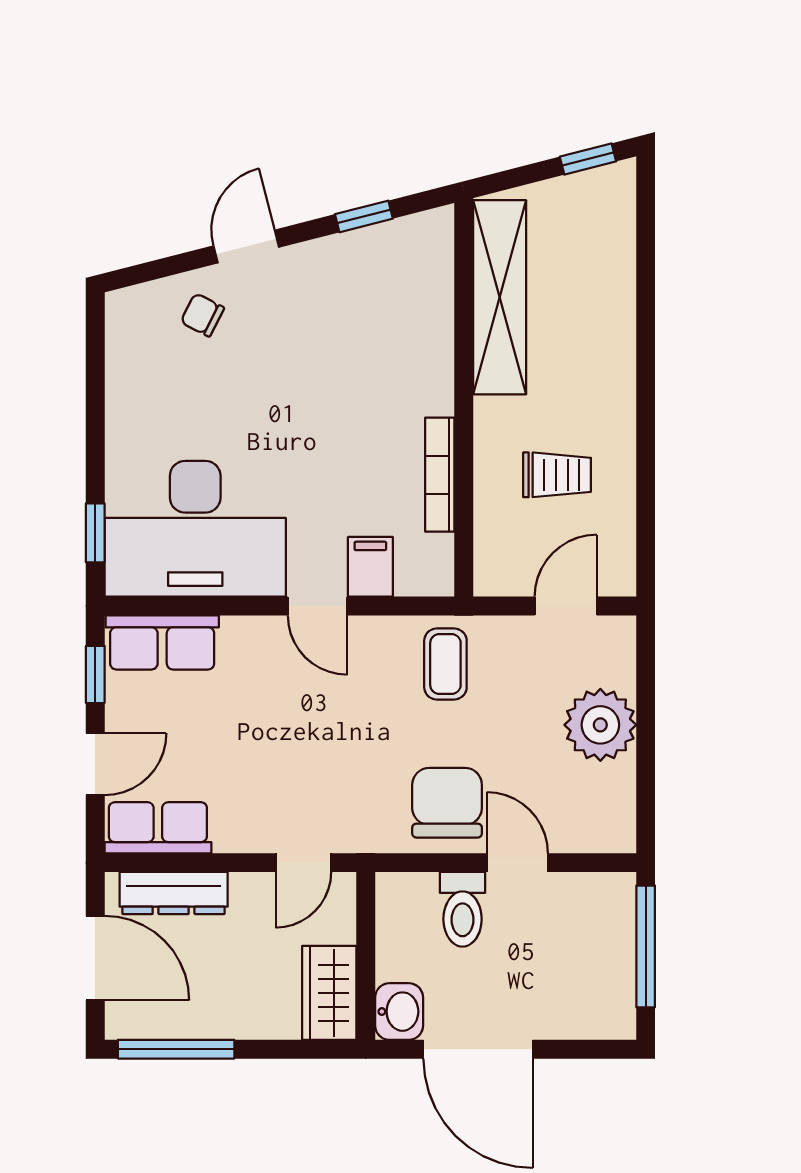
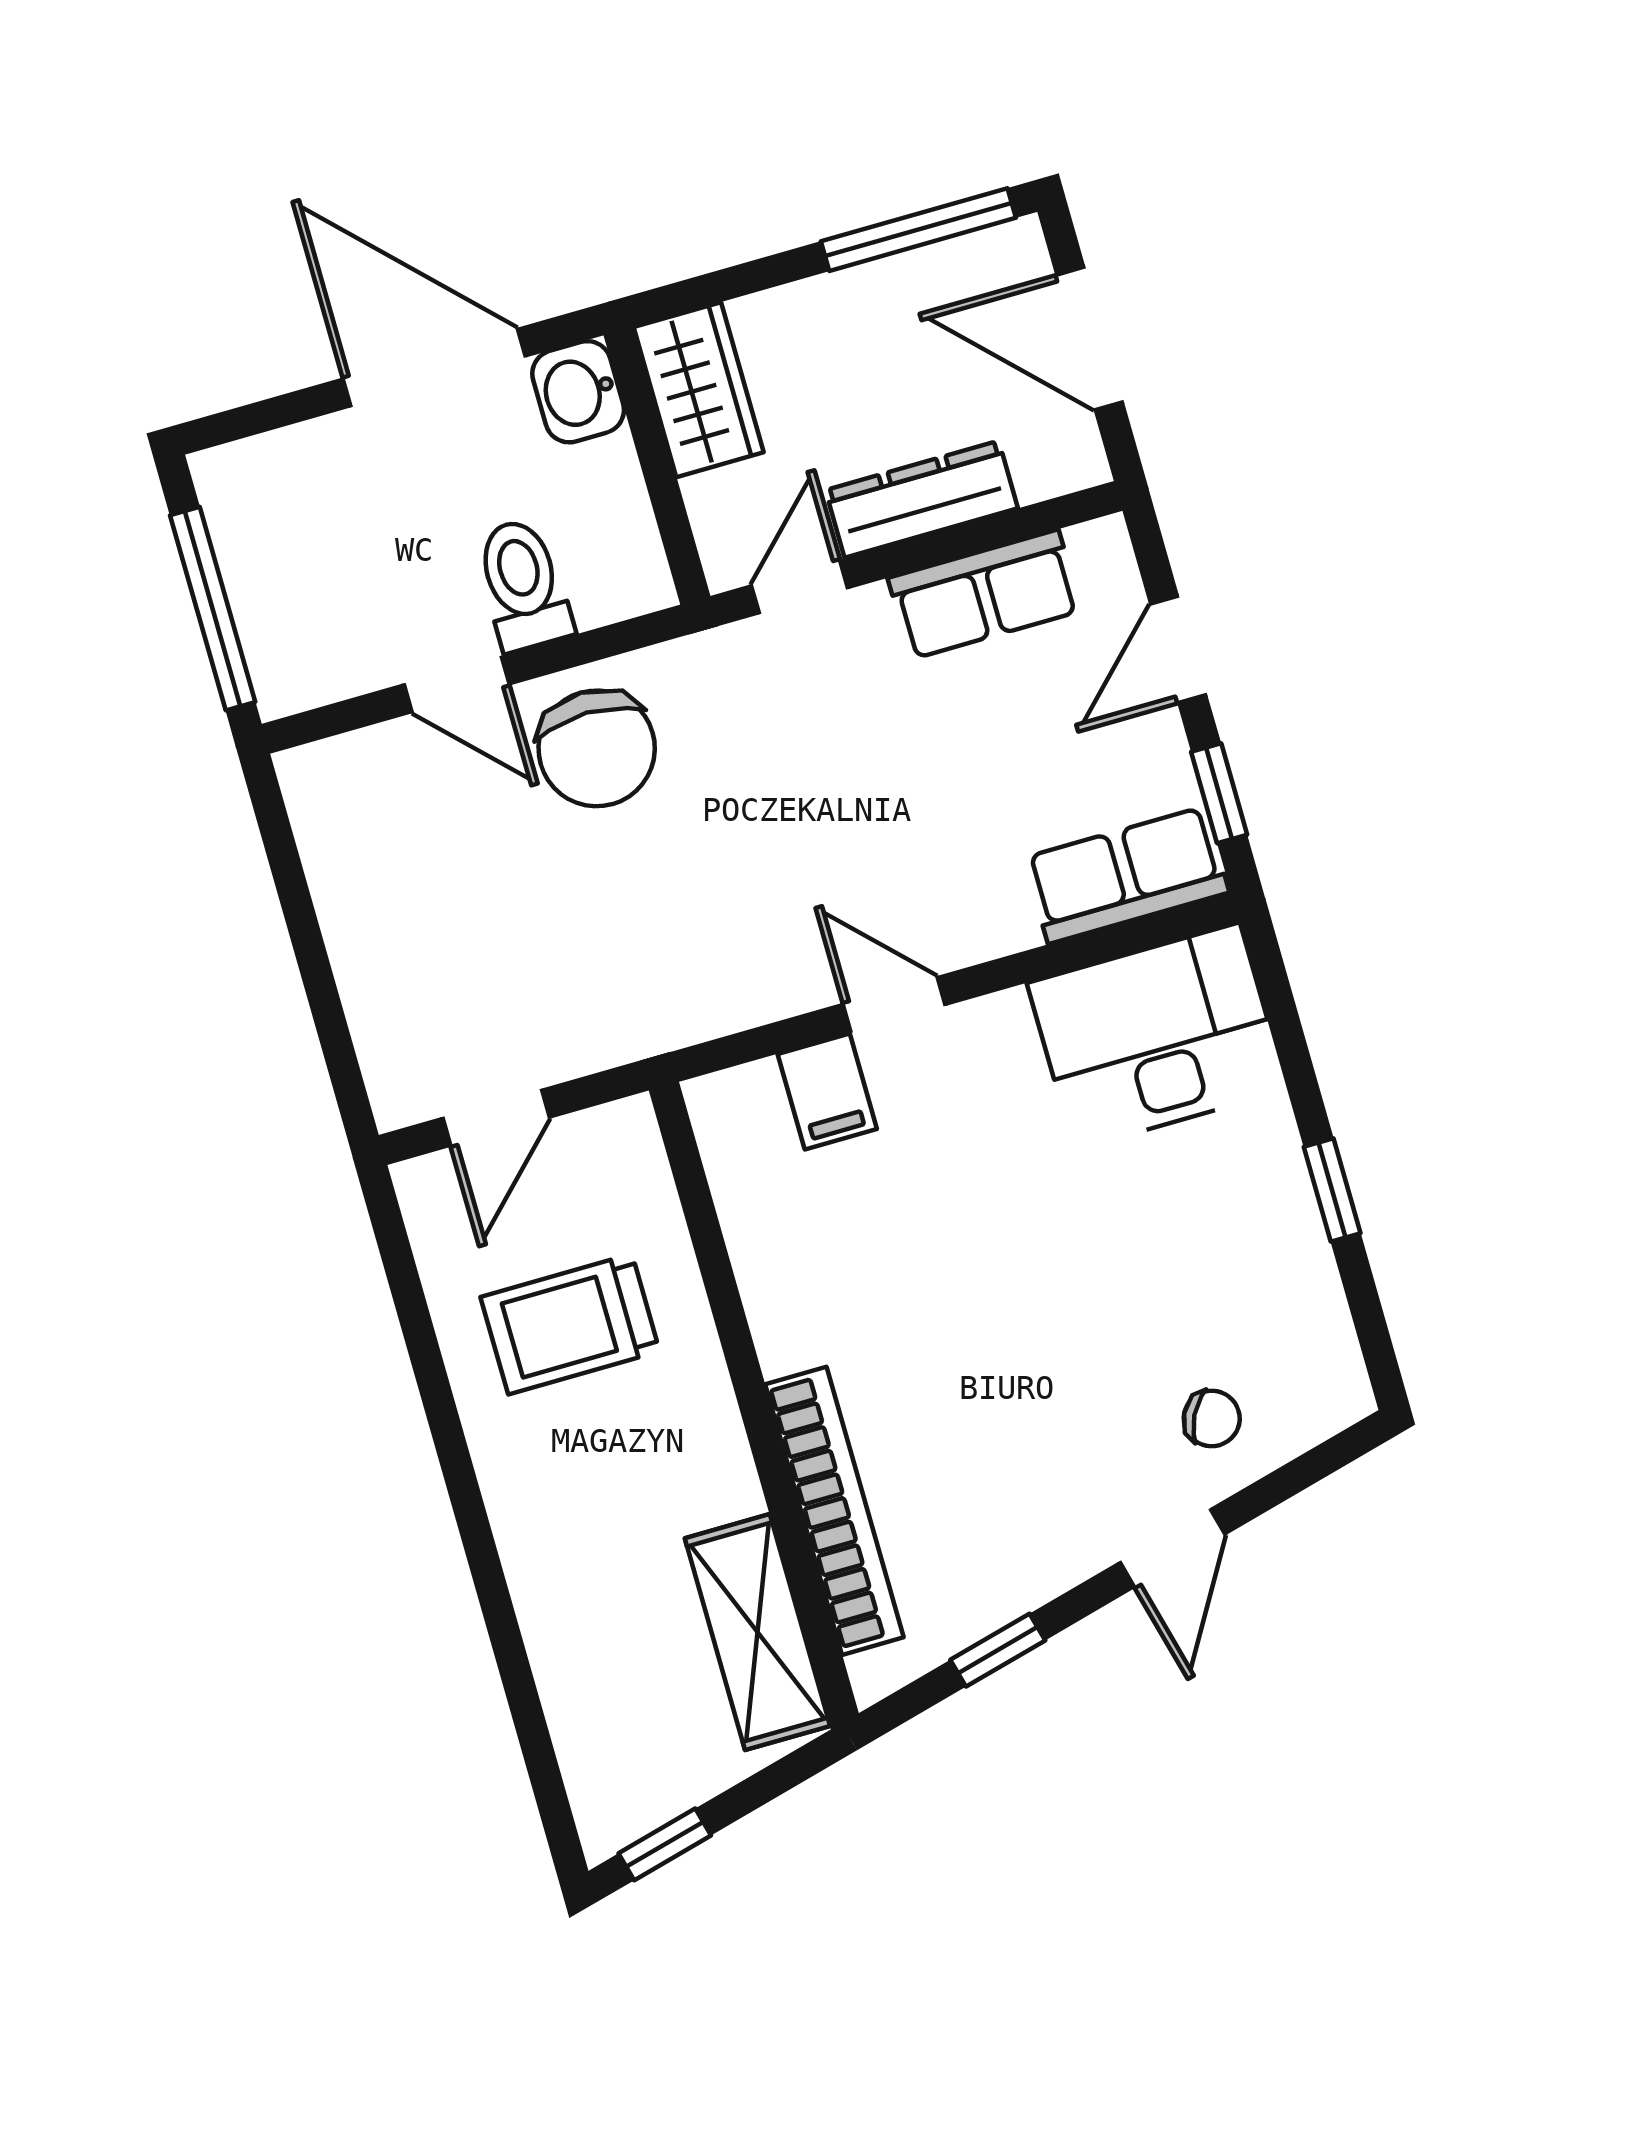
shelving: (500, 297) -> (757, 1632), width x0.68
bookcase: (440, 475) -> (834, 1511), moved, width x1.48, depth x1.31
trolley: (557, 475) -> (570, 1324), width x1.36, depth x1.39
desk: (195, 529) -> (1157, 1036), width x0.73, depth x0.77
window: (95, 533) -> (1332, 1190), moved
coffee table: (445, 664) -> (663, 970), removed
plant: (600, 725) -> (387, 943), removed
row of seats: (158, 828) -> (985, 594), moved
dresser: (174, 893) -> (922, 499), moved

